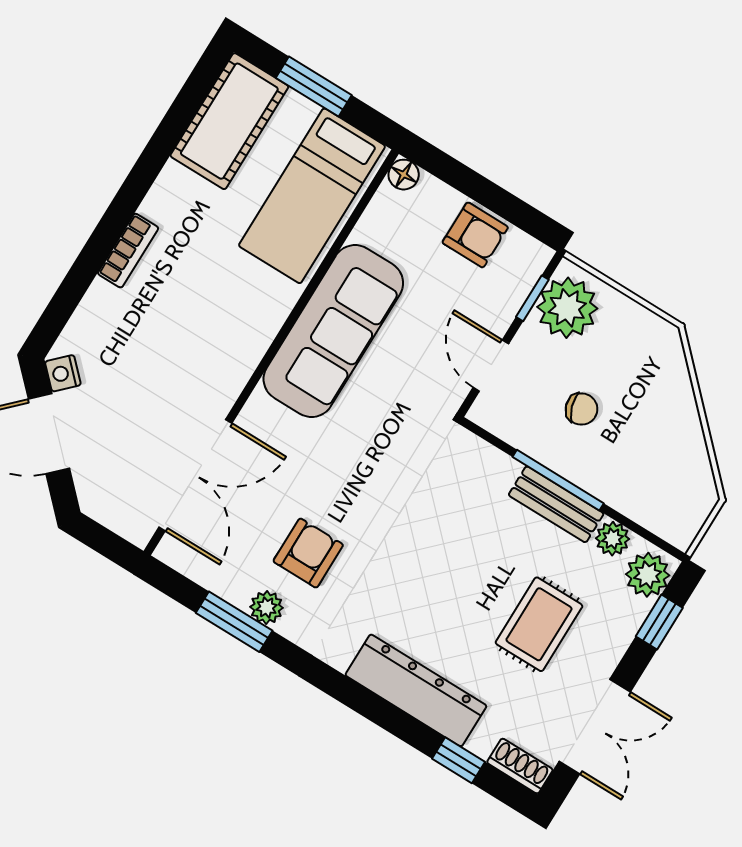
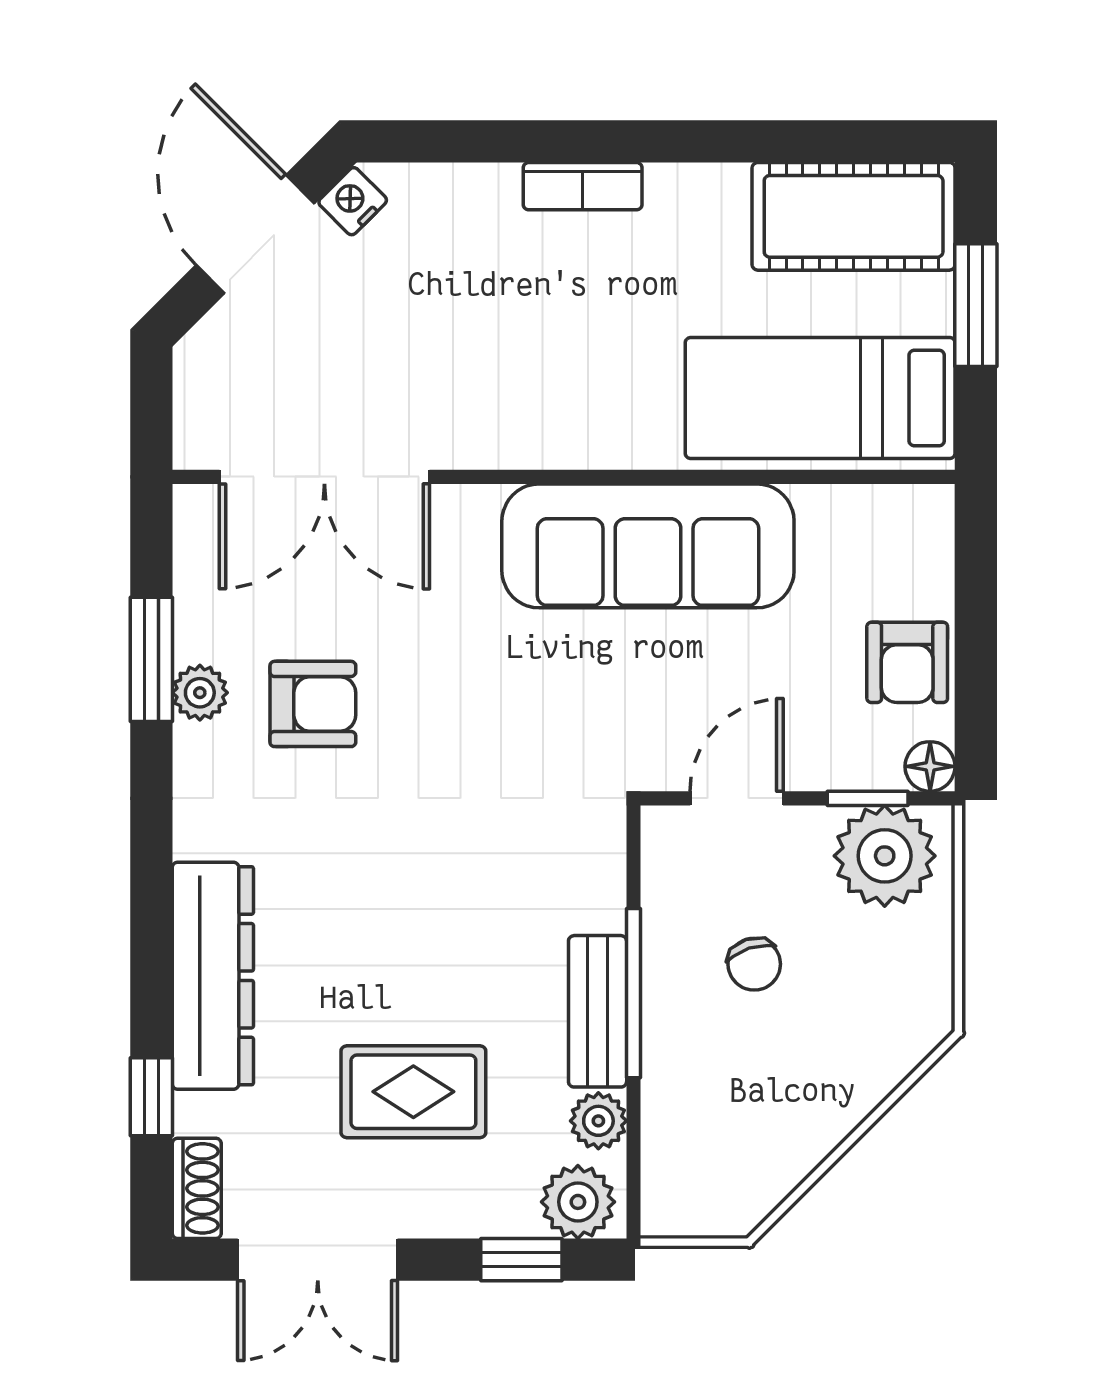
floor lamp: (404, 175) -> (930, 766), moved

